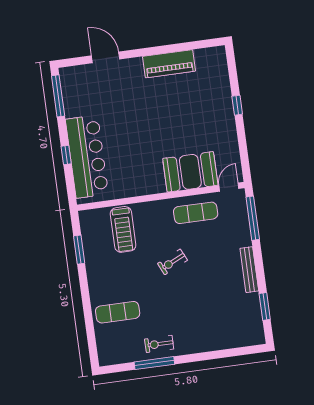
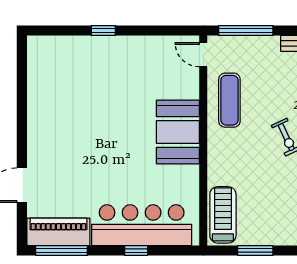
piano: (169, 64) -> (58, 232), moved, turned -90
booth: (190, 172) -> (178, 132), moved
treadmill: (123, 229) -> (223, 215), moved, turned -90

